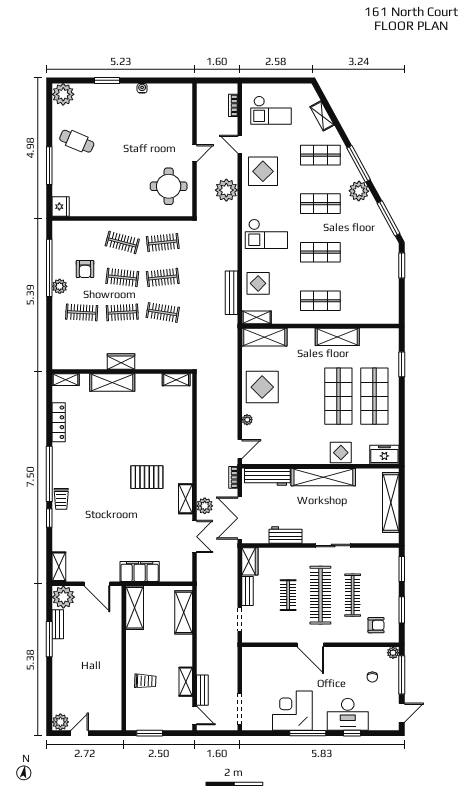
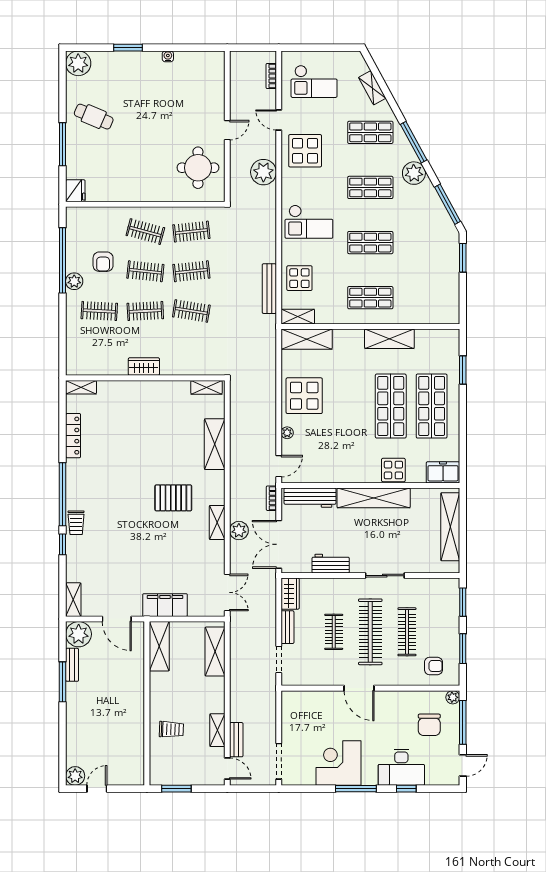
shelving: (112, 382) -> (215, 444), moved, turned 90
double door: (194, 537) -> (227, 592), moved
chair: (372, 677) -> (429, 725), width x1.87, depth x1.87

